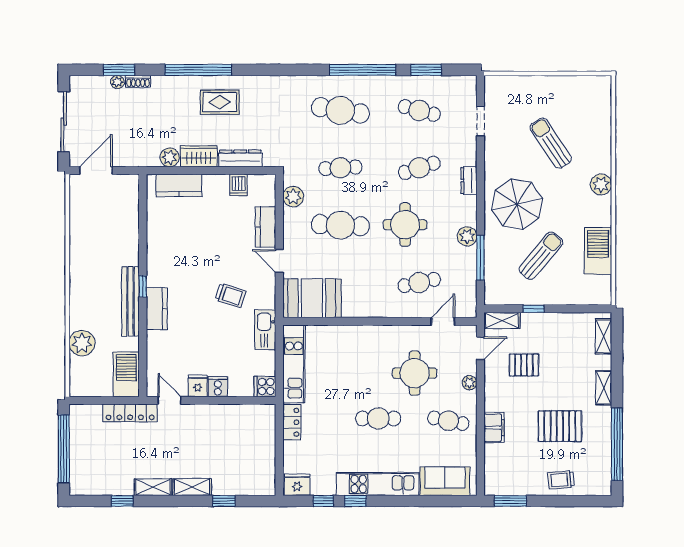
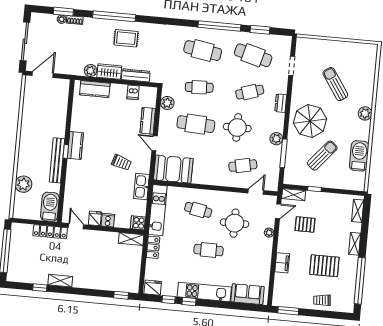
cafe table: (419, 110) -> (253, 55), width x1.37, depth x1.35
kitchen counter: (157, 308) -> (75, 146), moved
cafe table: (448, 421) -> (198, 210), moved
shelving: (192, 487) -> (131, 239), moved
window: (224, 501) -> (121, 295), moved

